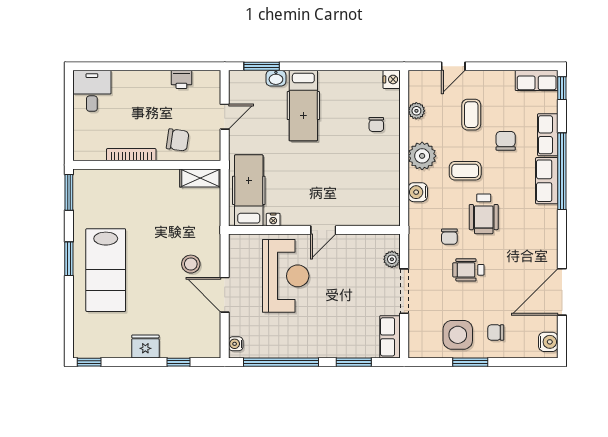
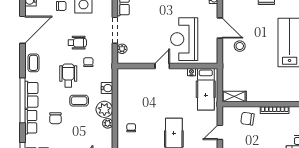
plant: (416, 111) -> (108, 123), moved
coffee table: (471, 115) -> (33, 63), moved

